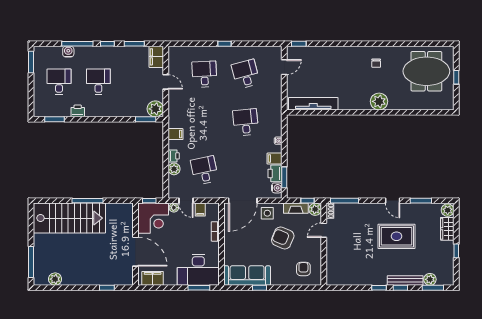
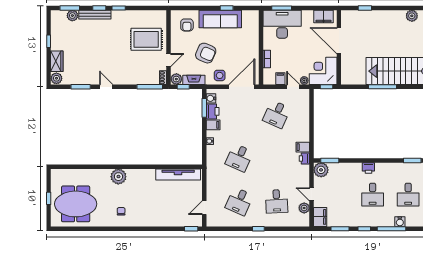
desk: (246, 74) -> (239, 201), turned 39
printer: (78, 111) -> (368, 168), moved
desk: (246, 122) -> (239, 158), turned 30
printer: (174, 156) -> (304, 158), moved
plant: (174, 169) -> (304, 208), moved
desk: (204, 170) -> (277, 114), turned 36
rug: (397, 236) -> (146, 39), moved
sofa: (247, 276) -> (220, 19), moved

